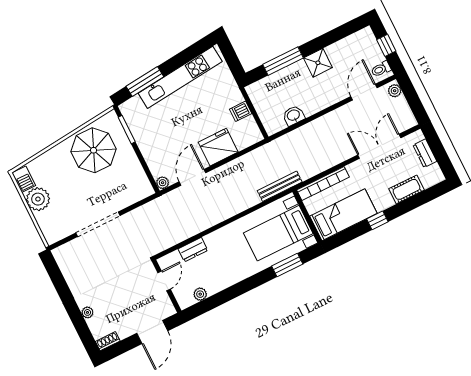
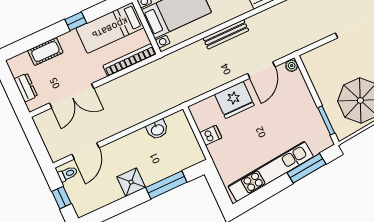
plant: (395, 91) -> (54, 152), removed
bench: (280, 186) -> (226, 34), moved

